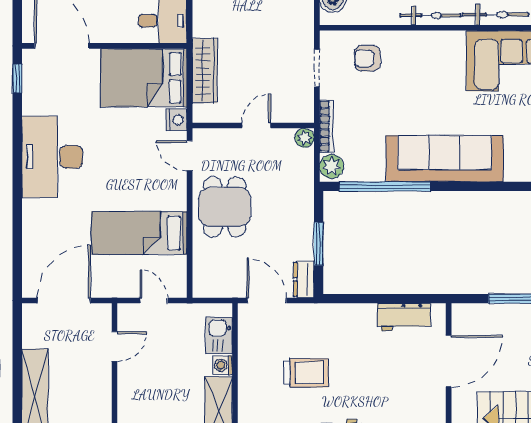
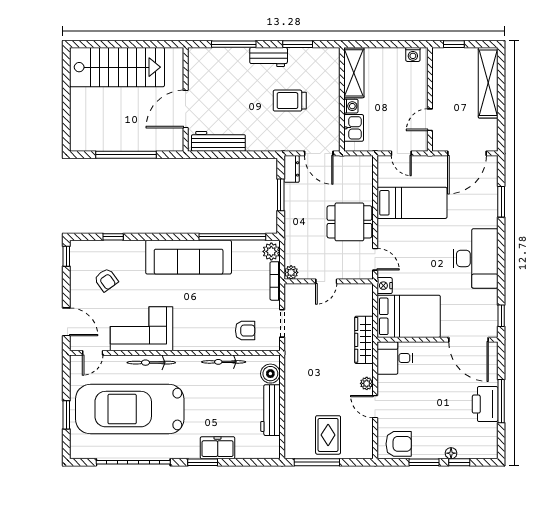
bicycle: (430, 15) -> (224, 362), moved
wardrobe: (205, 71) -> (364, 340), moved
dining table: (225, 207) -> (349, 222), turned 90
window: (17, 234) -> (501, 202), added
workbench: (404, 317) -> (218, 141), width x1.38

